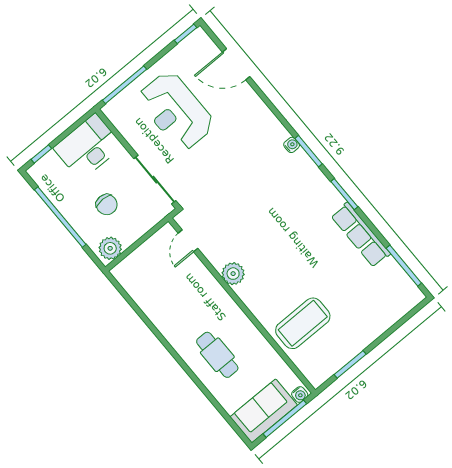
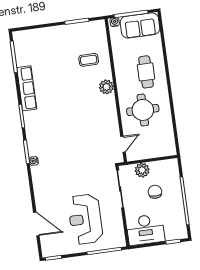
reception desk: (176, 111) -> (85, 219), turned 180
plant: (110, 248) -> (142, 170), moved
plant: (233, 274) -> (106, 87), moved
round table: (190, 302) -> (143, 110), added
coffee table: (303, 323) -> (89, 60), width x0.54, depth x0.58

